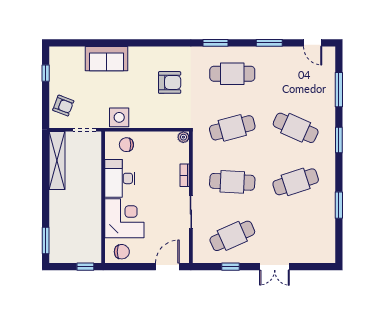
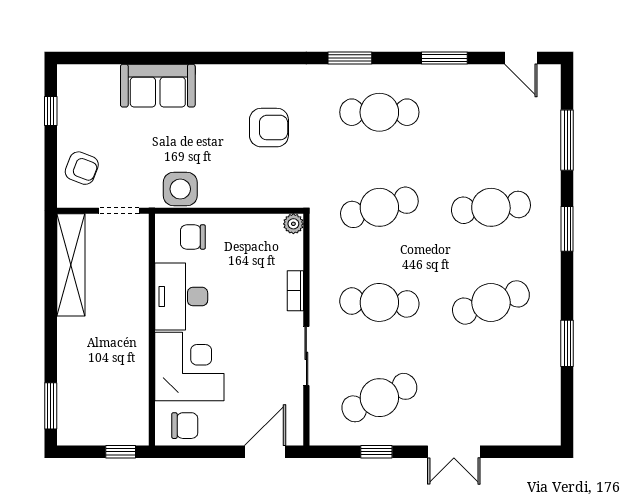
cafe table: (296, 128) -> (491, 207), turned -30

